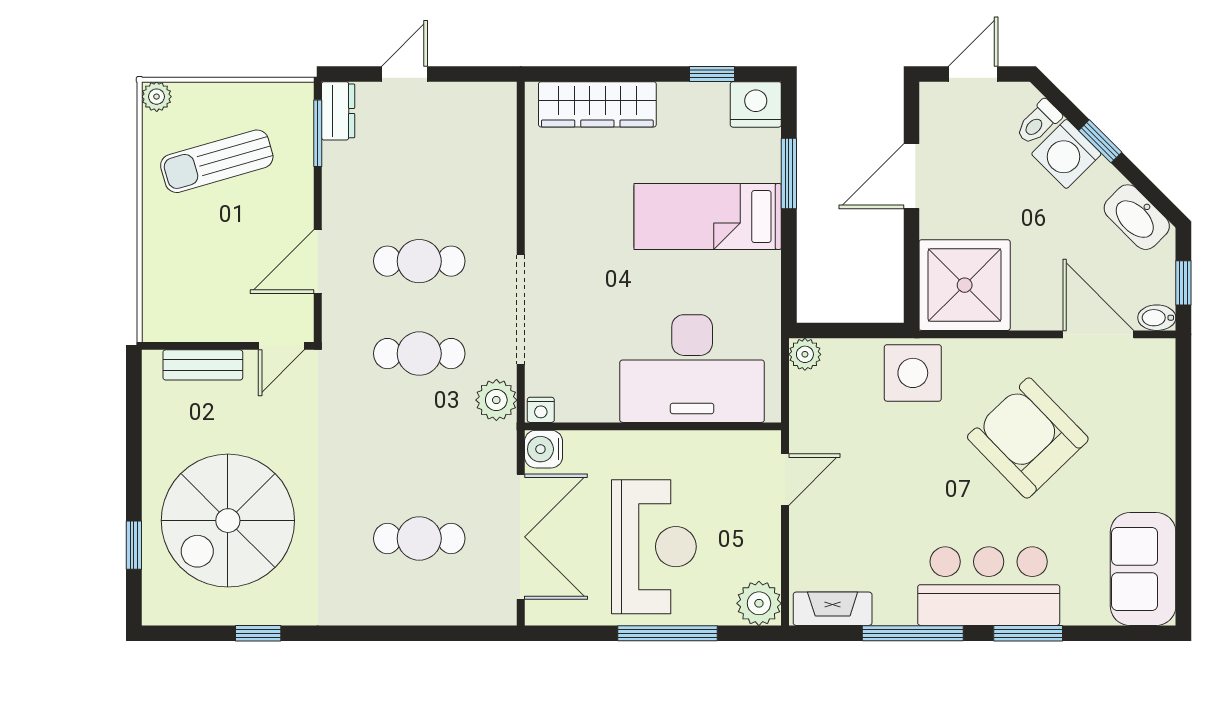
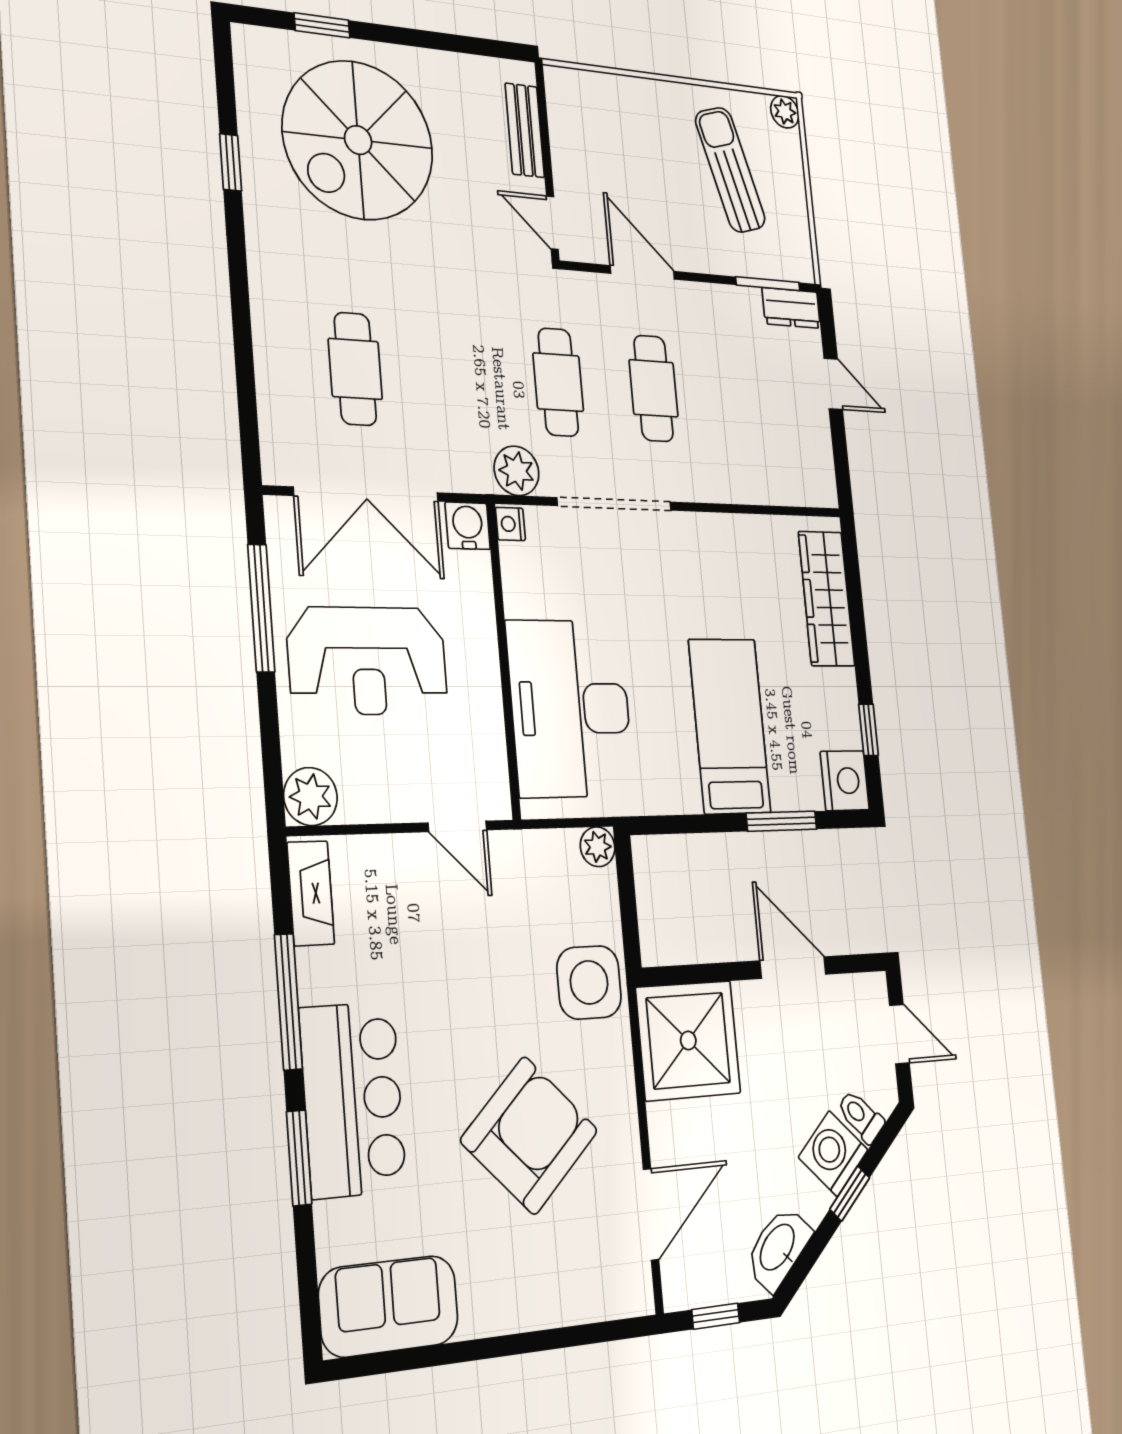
bidet: (1157, 318) -> (676, 1287), removed
spiral stairs: (228, 521) -> (358, 140), turned -90
window: (668, 633) -> (261, 608), moved

